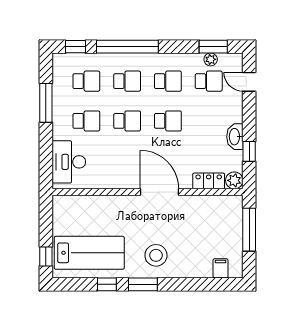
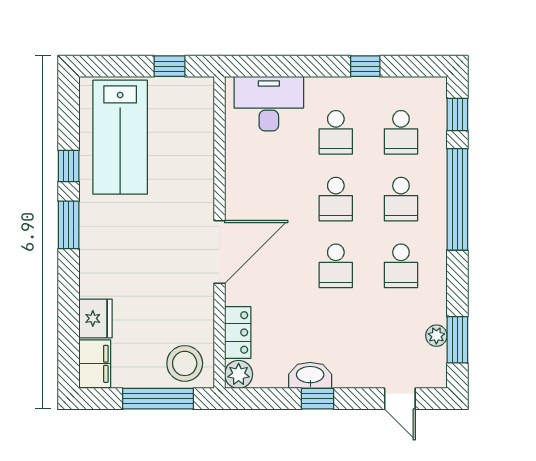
school desk: (209, 81) -> (401, 333), removed
door: (249, 82) -> (400, 399), swing flipped
window: (46, 103) -> (365, 66), width x0.46
window: (249, 151) -> (318, 399), moved
stool: (156, 255) -> (185, 363), moved
window: (46, 256) -> (170, 66), moved
fridge: (200, 268) -> (95, 318), added
filing cabinet: (221, 268) -> (95, 364), width x2.00

